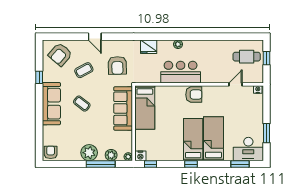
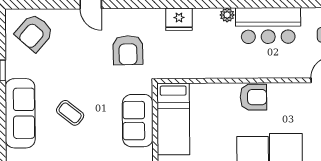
coffee table: (84, 70) -> (73, 58), removed
bar counter: (181, 72) -> (268, 26), moved, turned 180
sofa: (123, 108) -> (138, 121), width x0.73

